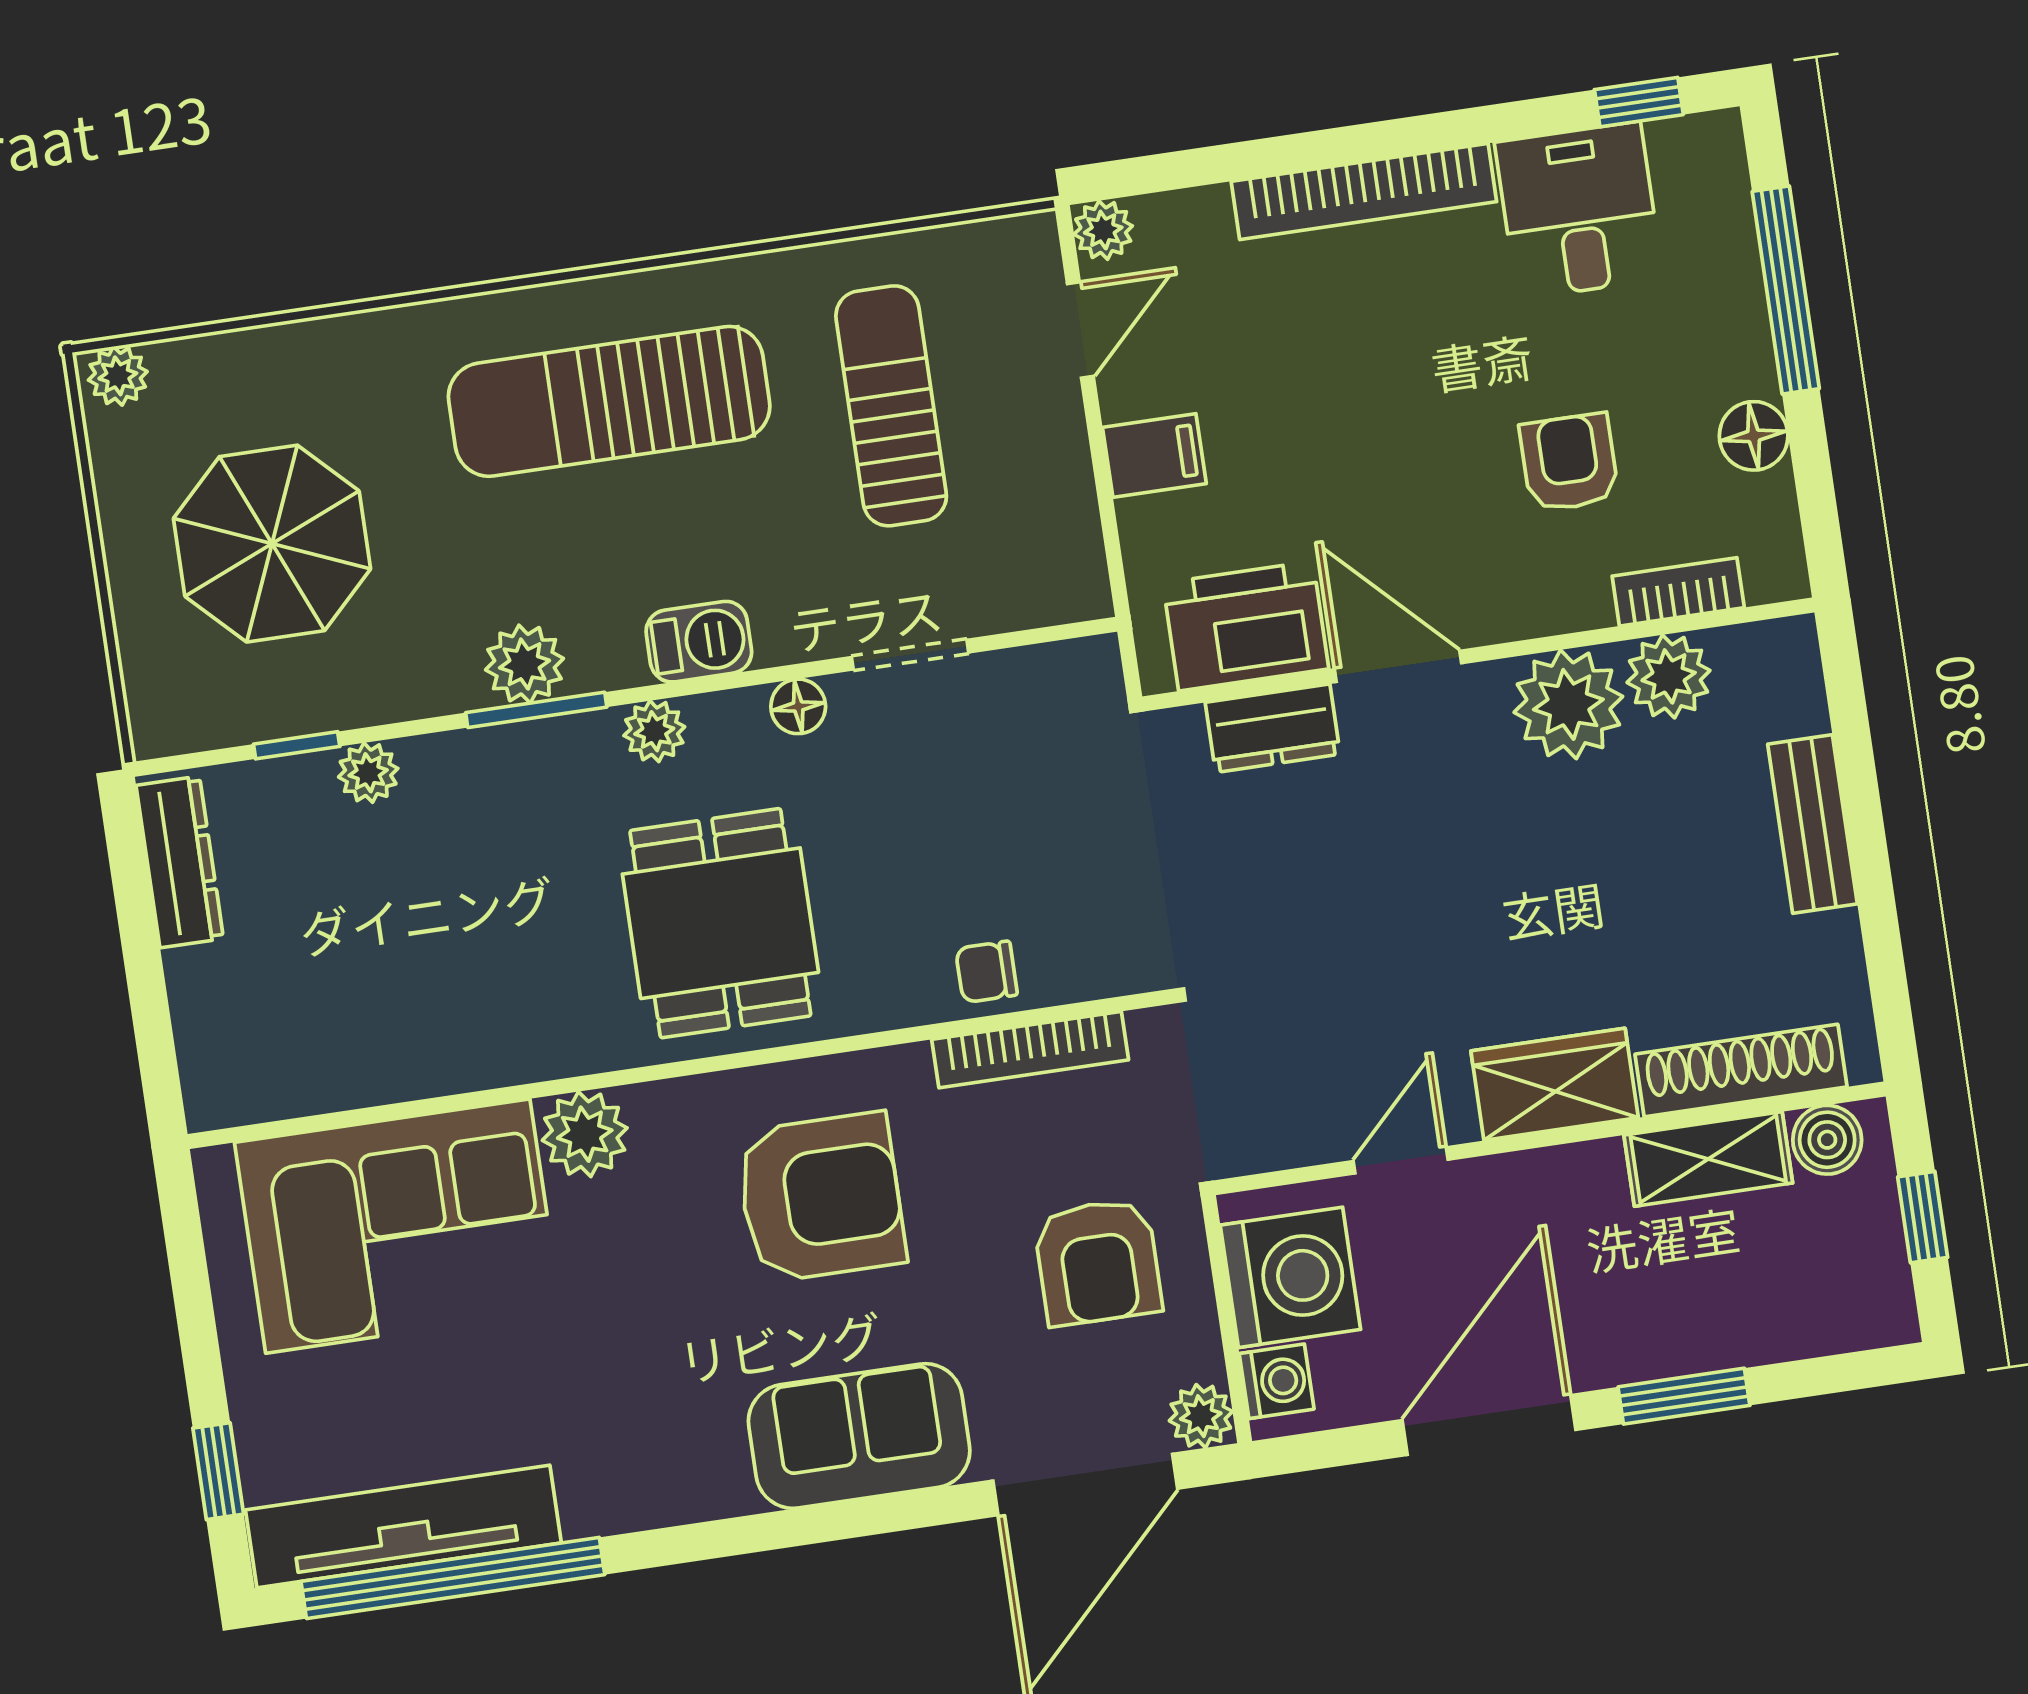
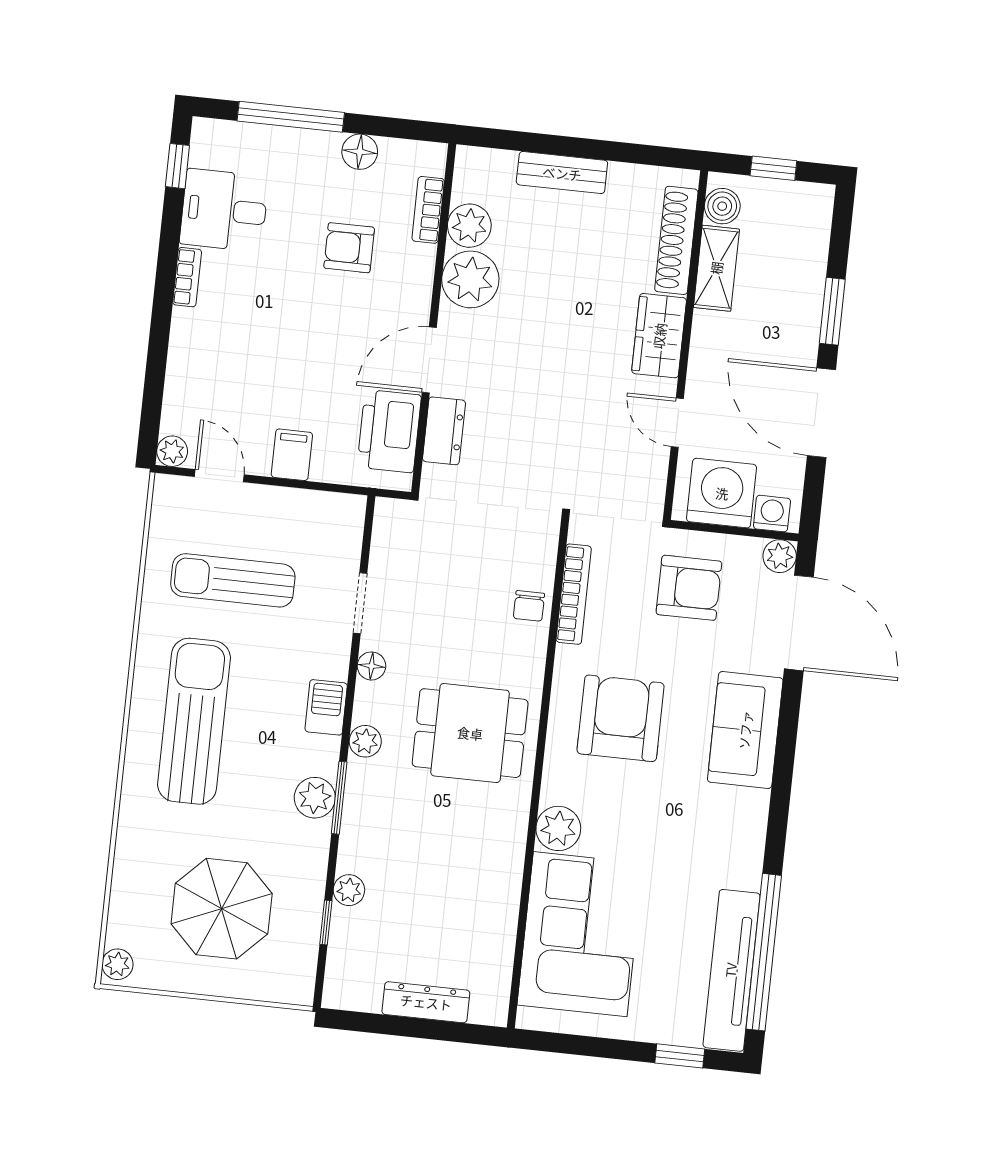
bookcase: (1364, 191) -> (187, 277), width x0.43, depth x0.76
sun lounger: (609, 401) -> (194, 721), turned 180
dresser: (180, 862) -> (426, 1002), moved

